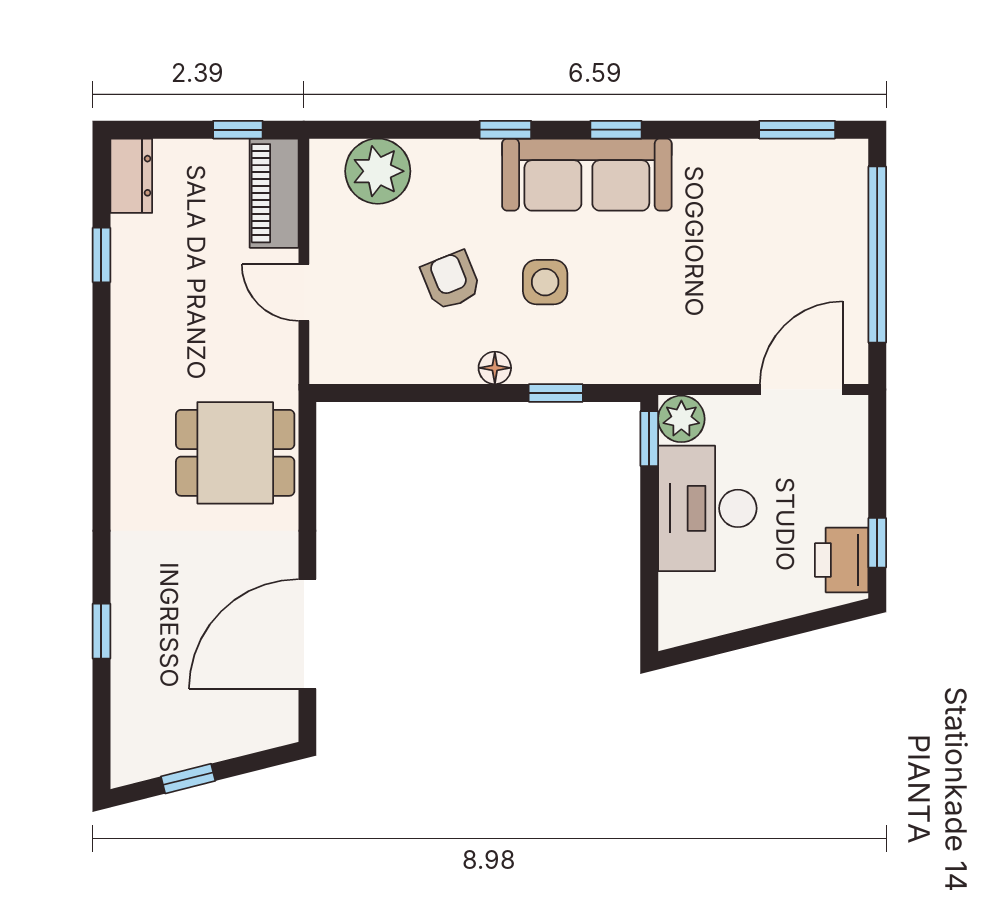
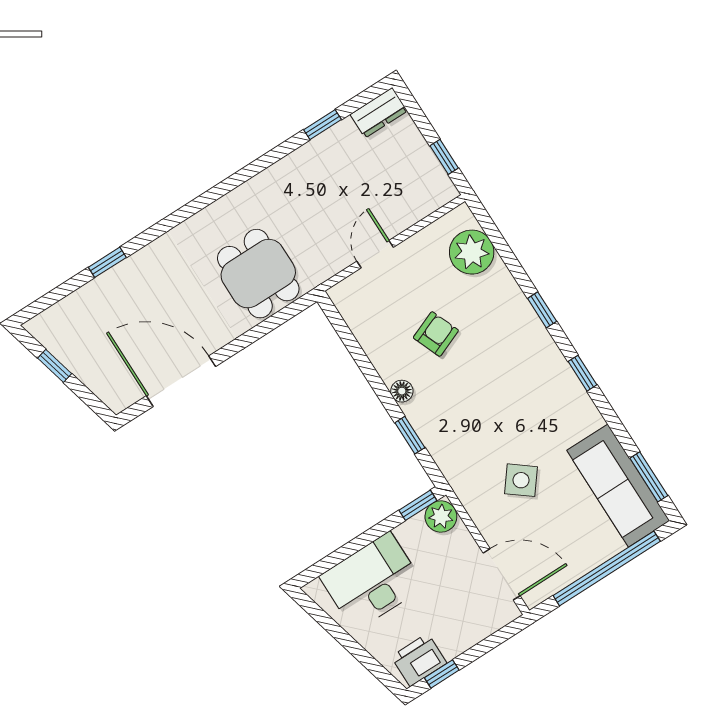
sofa: (587, 175) -> (618, 486), moved
piano: (274, 193) -> (421, 201), removed
side table: (545, 282) -> (521, 480), moved, turned 38
desk: (707, 508) -> (372, 581), moved

